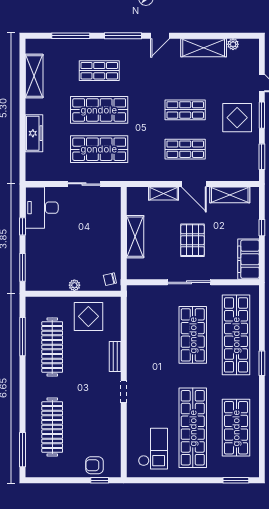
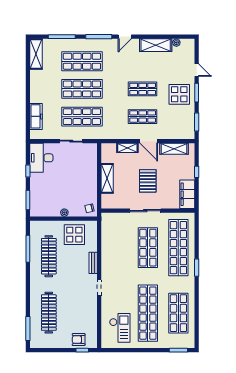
shop shelf: (99, 71) -> (82, 61), width x1.43, depth x1.36
shelving: (34, 76) -> (36, 54), moved
freezer: (34, 133) -> (36, 116), moved

